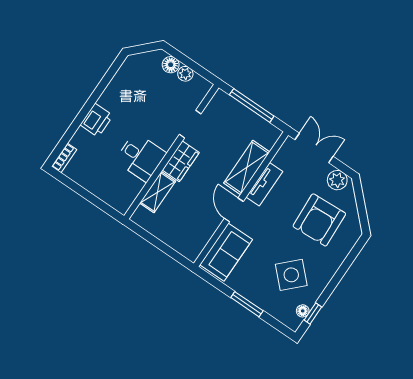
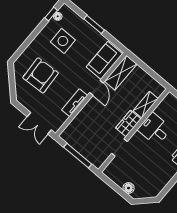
plant: (185, 74) -> (119, 181), removed
shelving: (247, 167) -> (121, 73), moved
plant: (337, 180) -> (26, 101), removed
side table: (291, 275) -> (63, 41), turned 45

